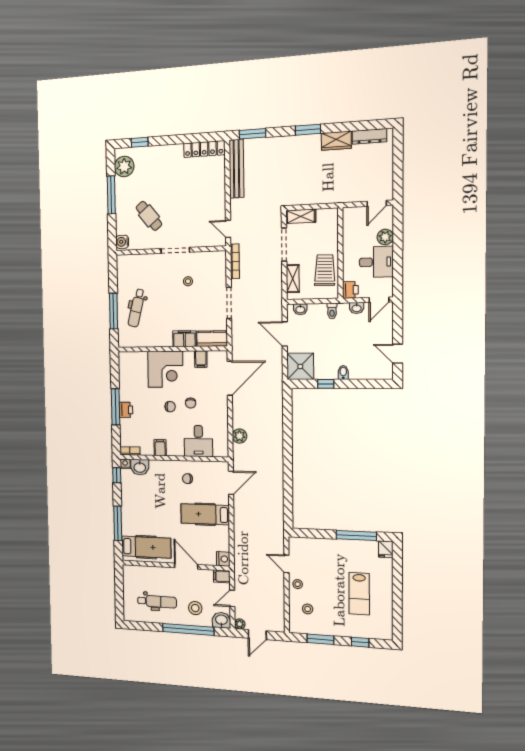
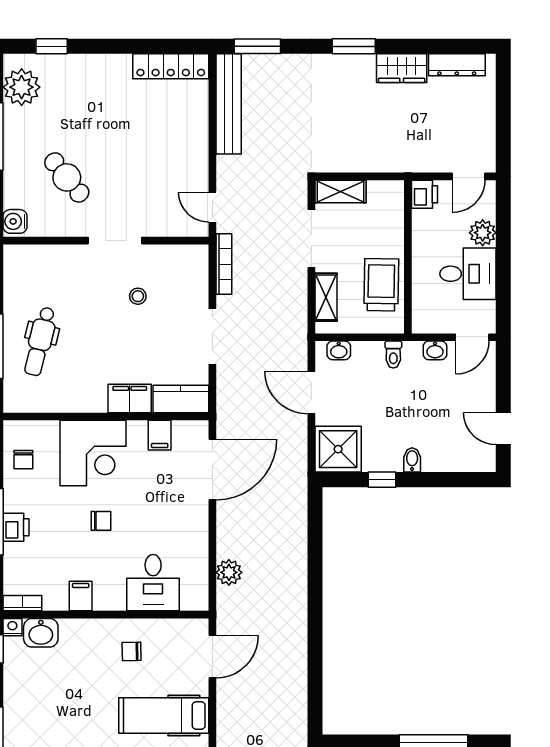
printer: (350, 290) -> (425, 194), moved
chair: (191, 403) -> (23, 460), moved

